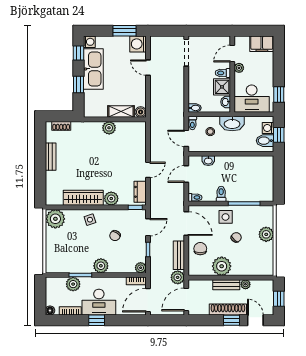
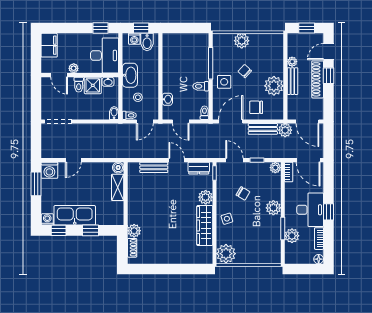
plant: (109, 128) -> (134, 231), moved
bench: (51, 157) -> (154, 167), moved

